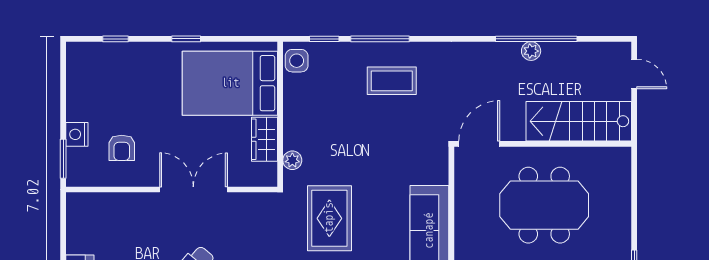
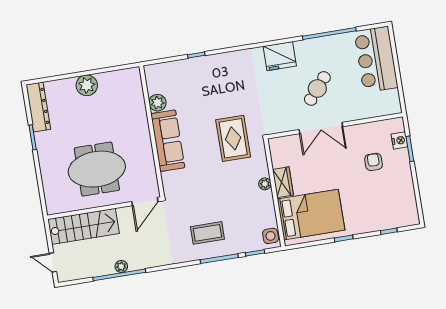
nightstand: (77, 134) -> (400, 140), moved
plant: (292, 160) -> (265, 184), moved
wall: (172, 190) -> (335, 126), moved
double door: (193, 190) -> (321, 128), moved

